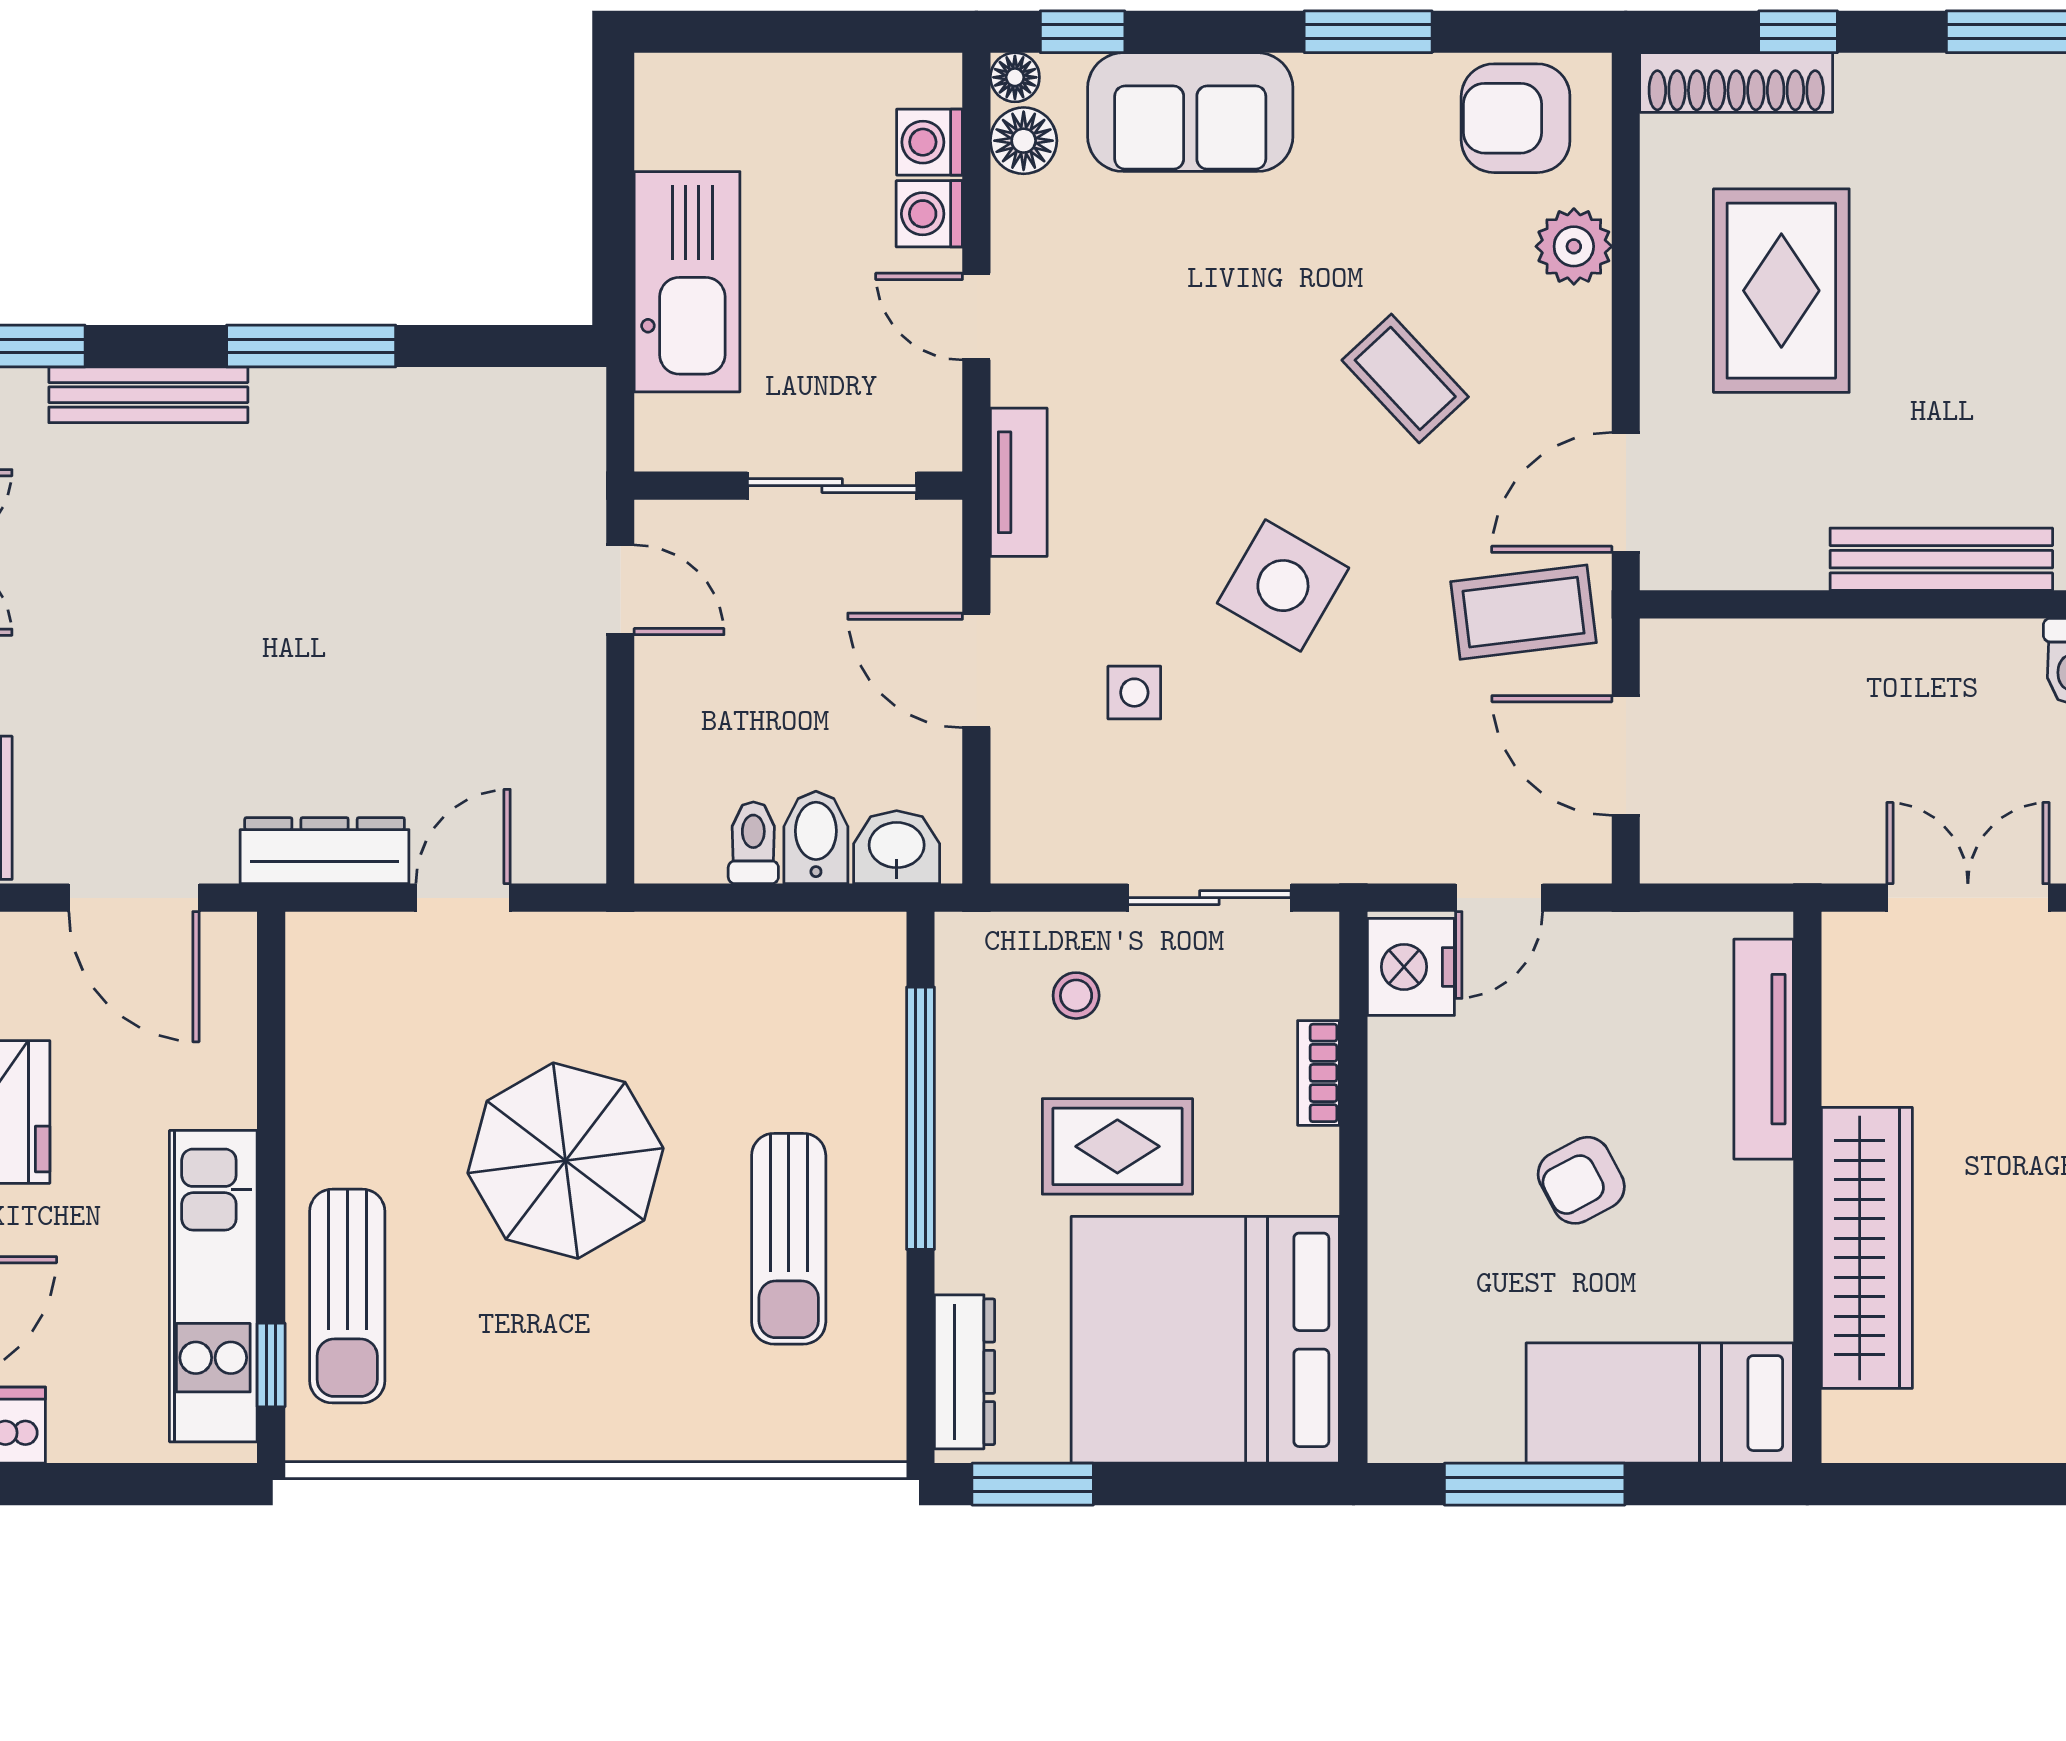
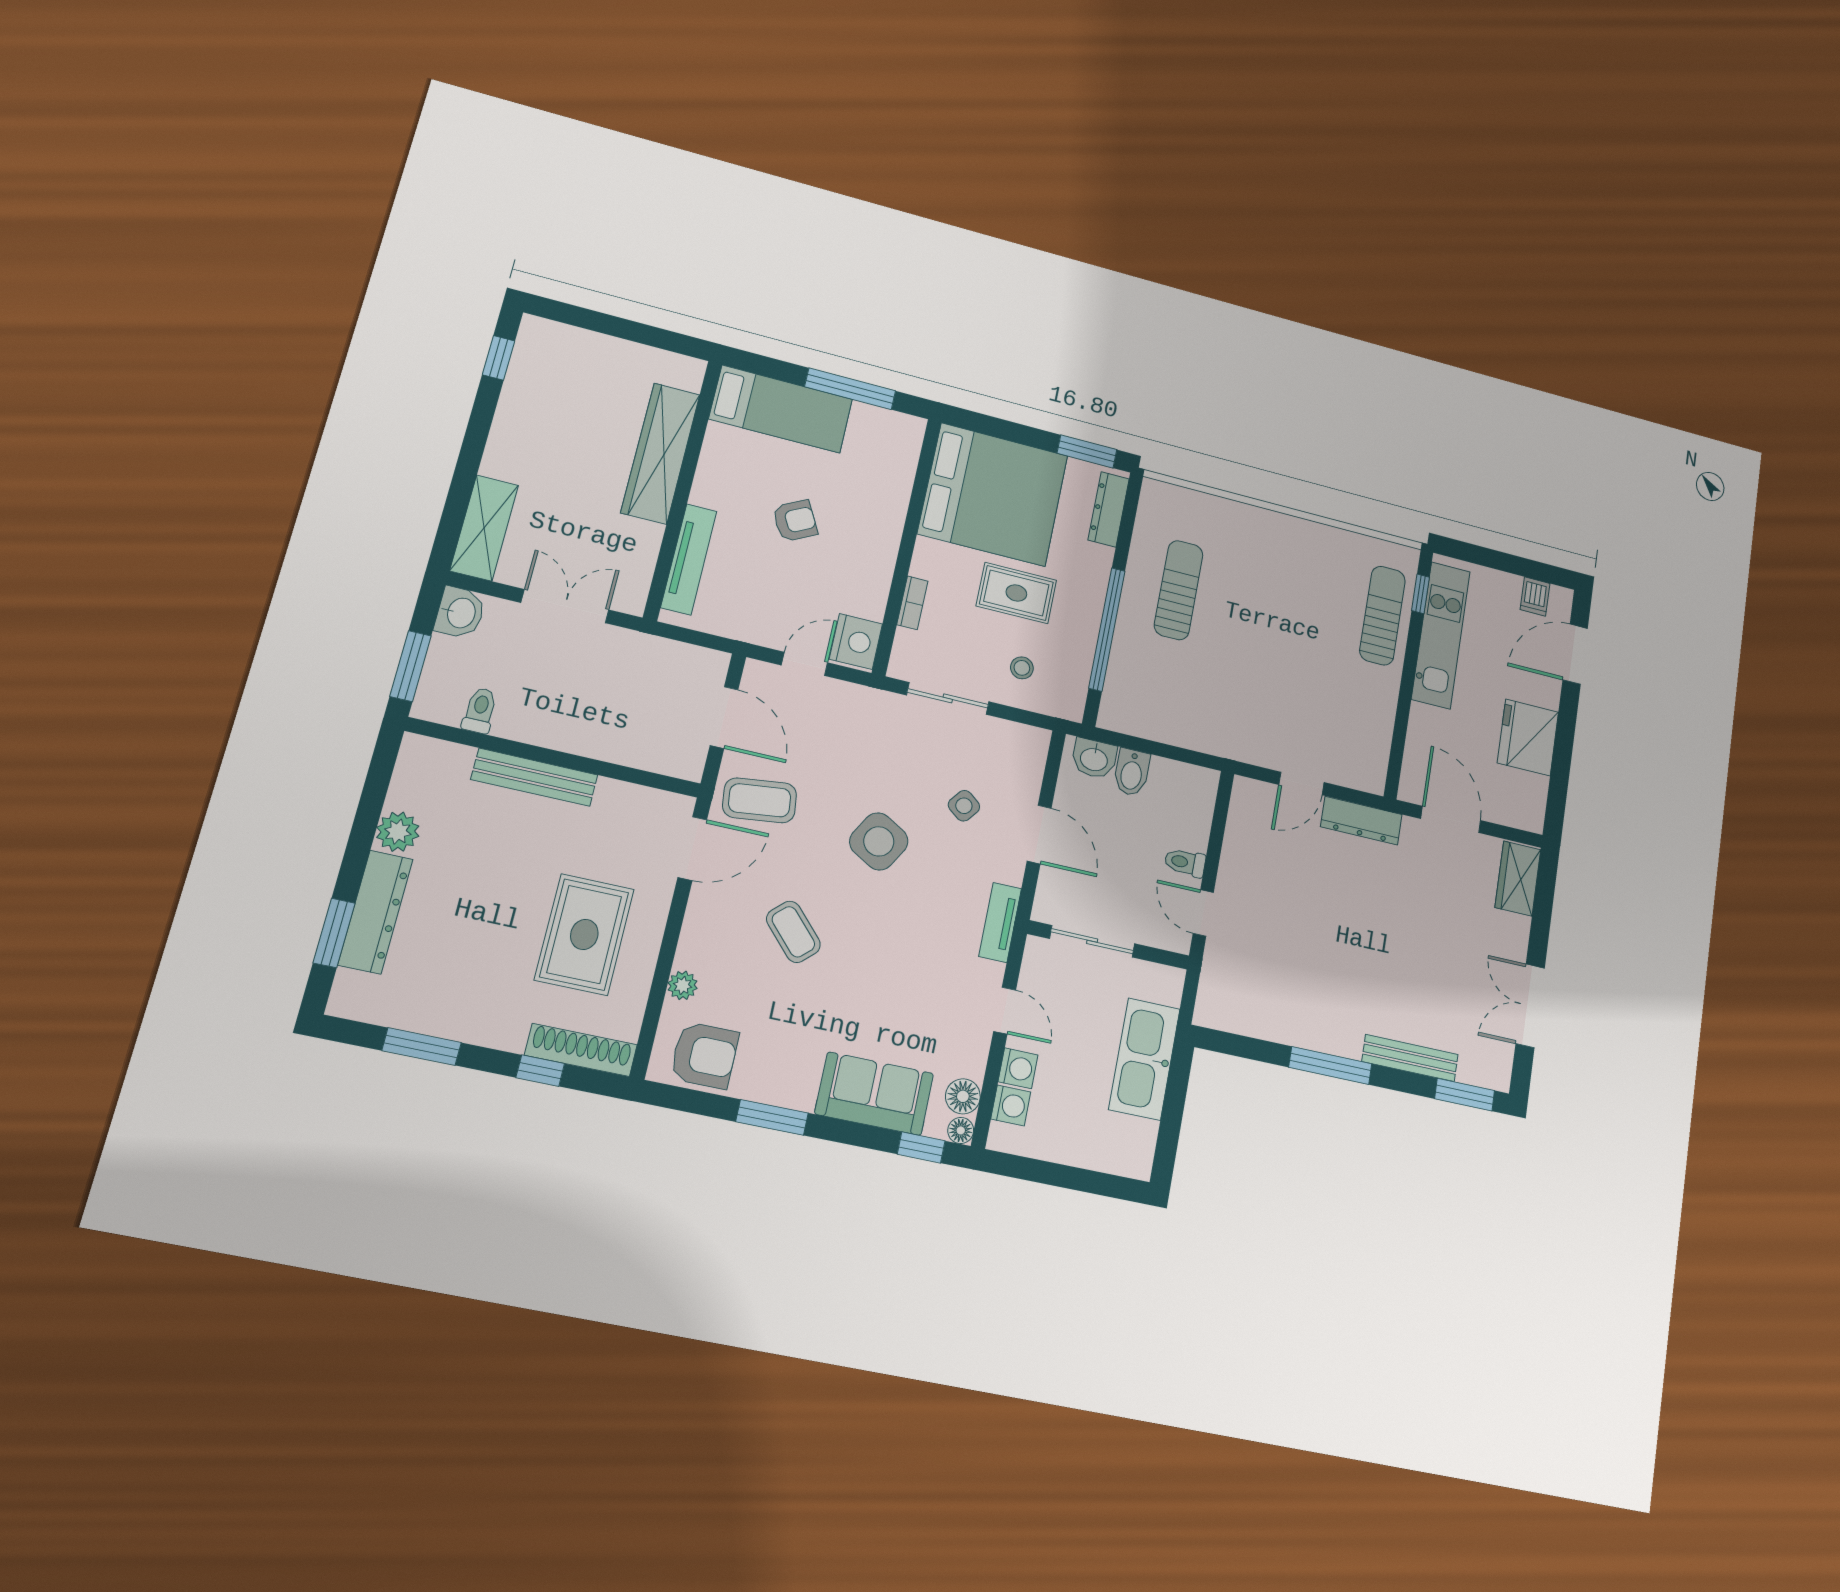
plant: (1574, 246) -> (683, 985), width x0.73, depth x0.73
side table: (1134, 693) -> (964, 806), turned 38
toilet: (753, 843) -> (1185, 862), moved, turned 90
double door: (1968, 898) -> (565, 606), swing flipped
parasol: (566, 1161) -> (1275, 651), removed

